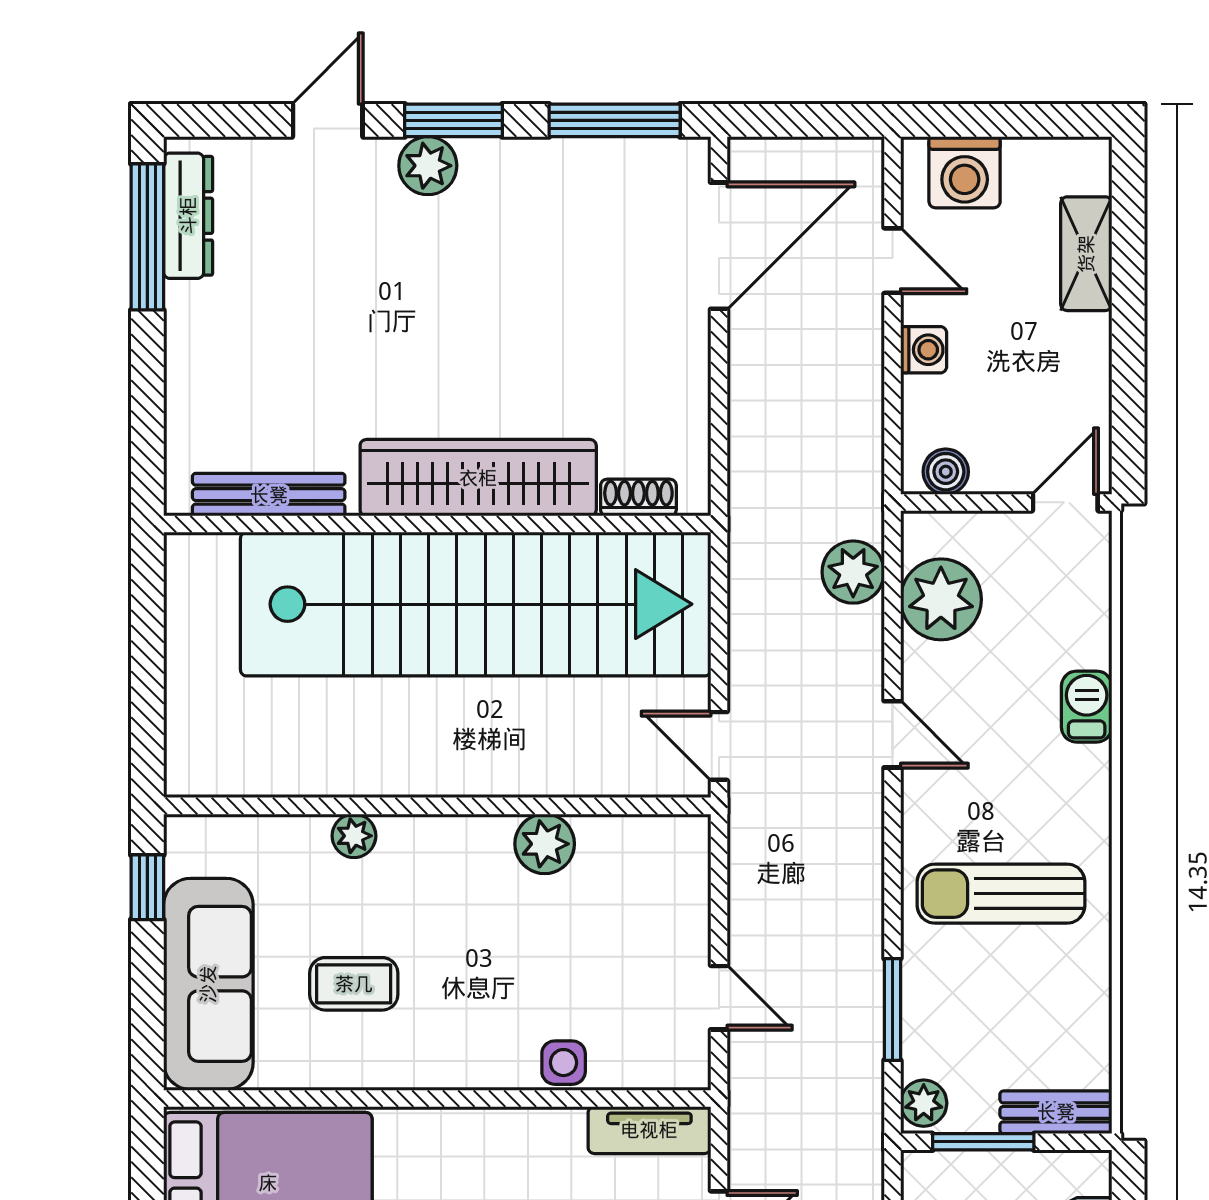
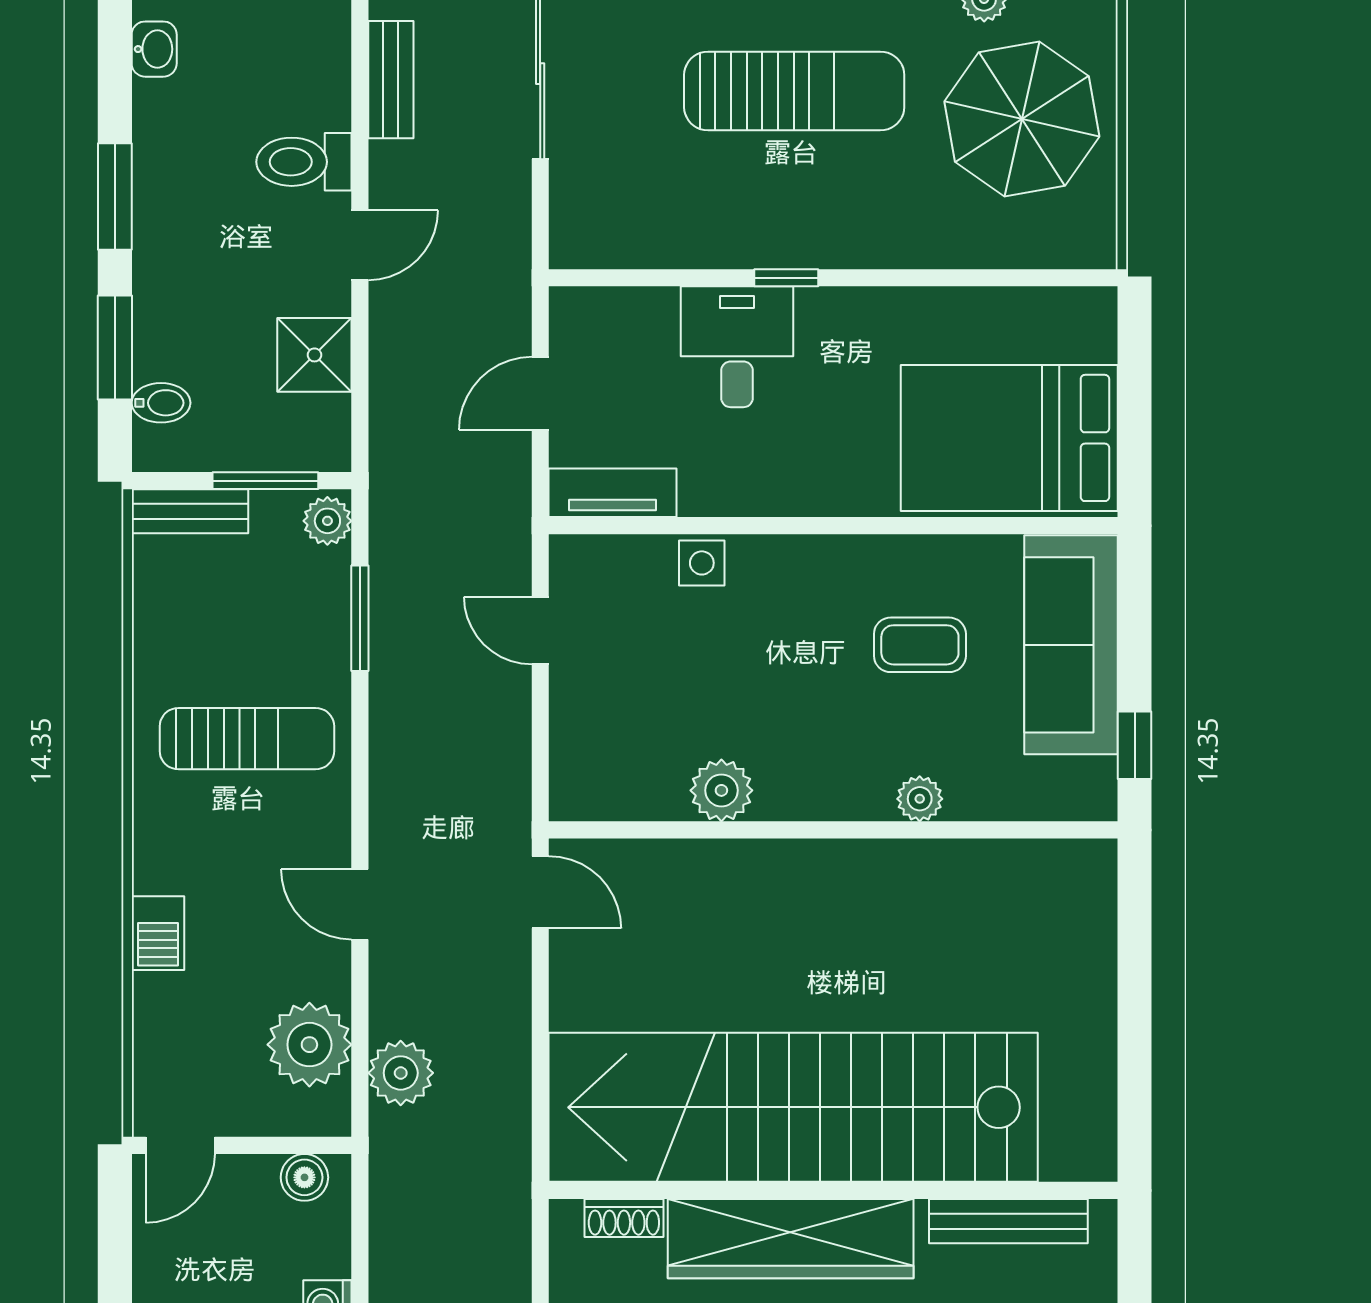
wardrobe: (478, 478) -> (791, 1239), moved
bench: (269, 495) -> (1008, 1221), moved
shoe rack: (638, 498) -> (624, 1218), moved
wall: (437, 524) -> (833, 1190), moved
stairs: (476, 604) -> (793, 1107), moved

